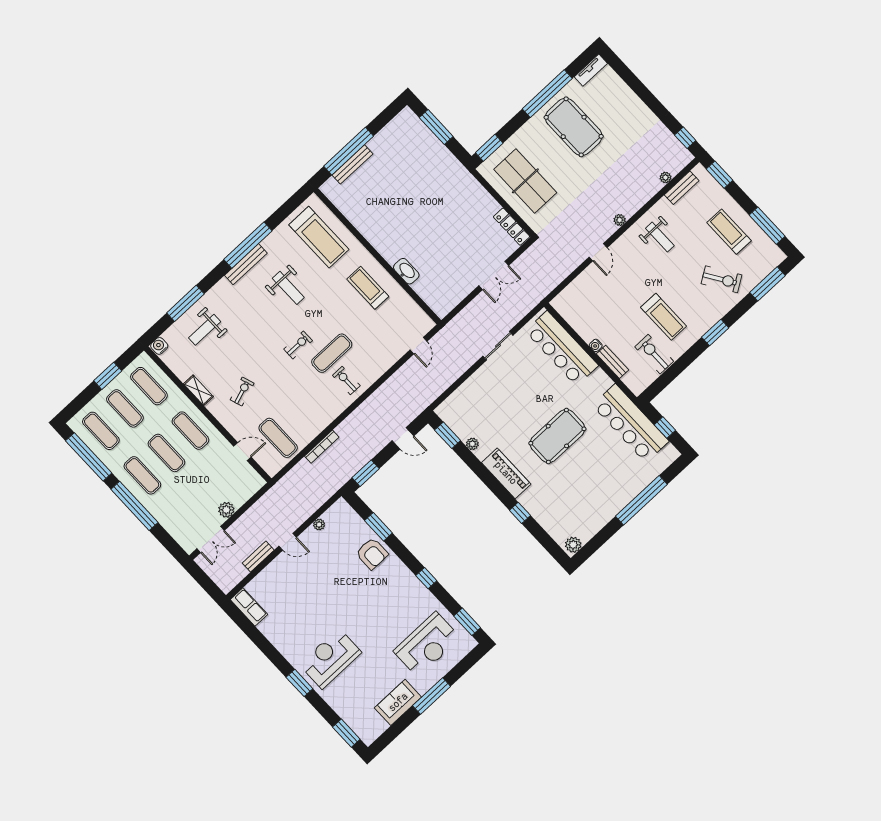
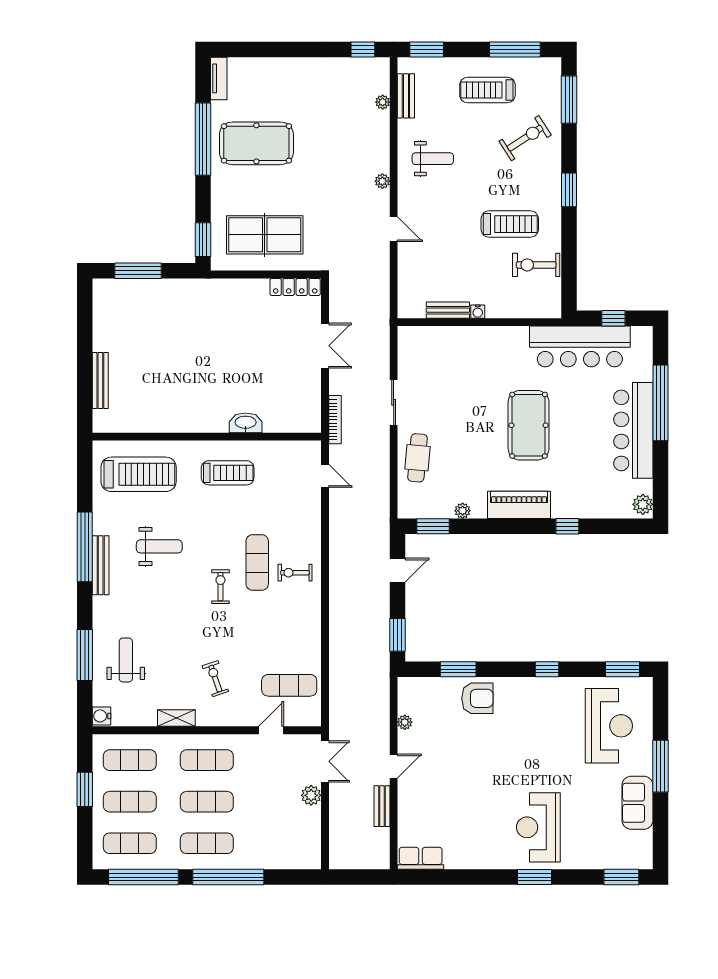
window: (349, 151) -> (85, 373), removed
treadmill: (368, 288) -> (228, 473), turned 180
weight bench: (205, 330) -> (126, 660), turned 180
bar counter: (562, 348) -> (633, 430), moved, turned 90
bench: (613, 362) -> (448, 310), moved
cafe table: (479, 389) -> (417, 458), added
bookcase: (322, 447) -> (335, 420), moved
double door: (211, 539) -> (325, 761), moved

